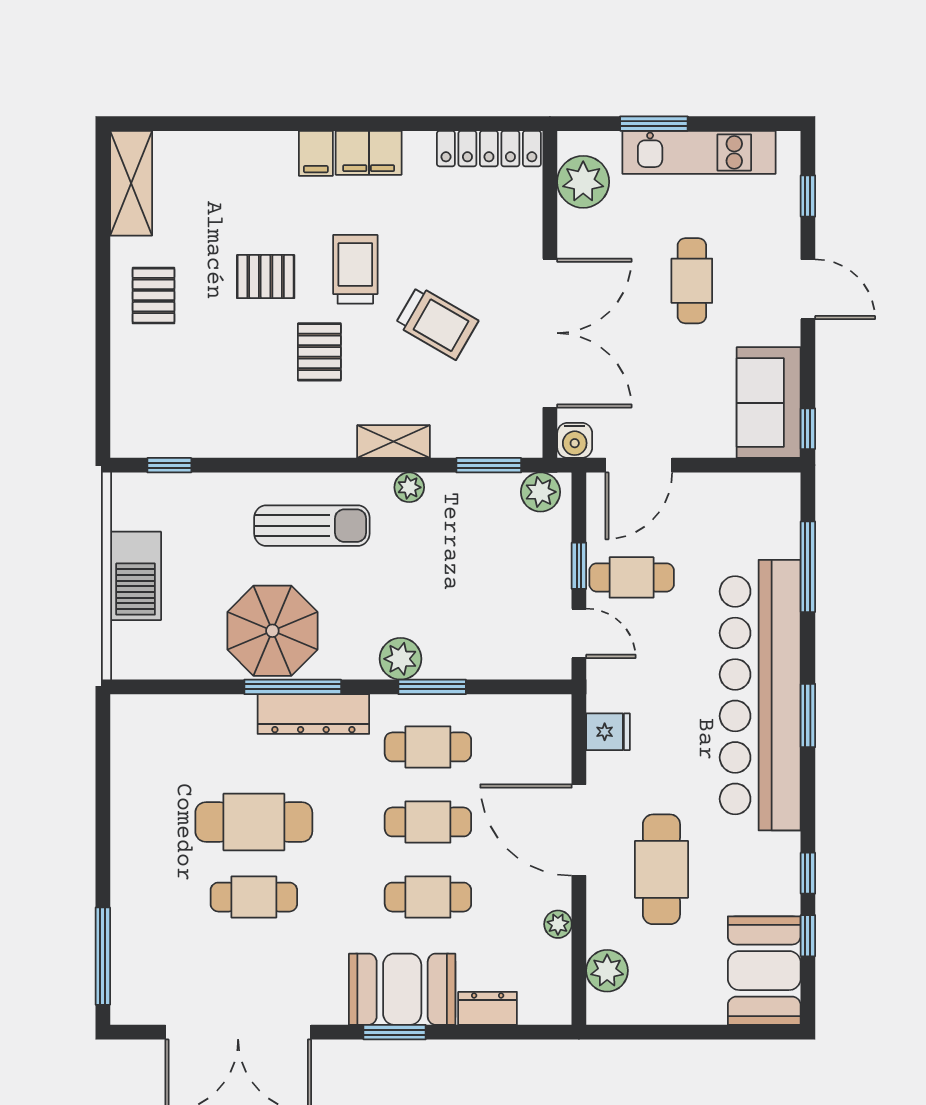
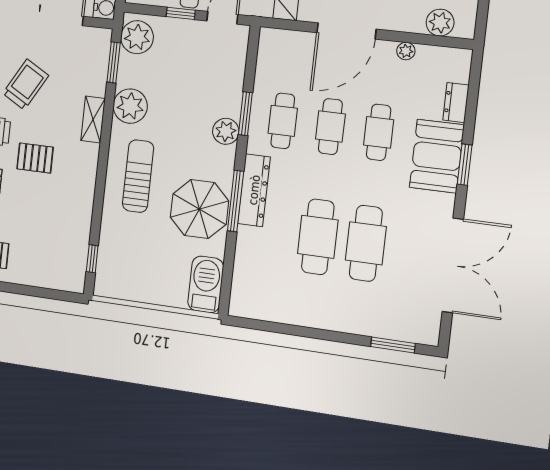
plant: (409, 487) -> (130, 106), width x1.88, depth x1.88
plant: (541, 492) -> (137, 37), width x1.36, depth x1.36
barbecue: (136, 576) -> (206, 284), moved, turned -90
cafe table: (254, 897) -> (366, 243), width x1.37, depth x1.35
window: (103, 956) -> (393, 345), width x0.69

